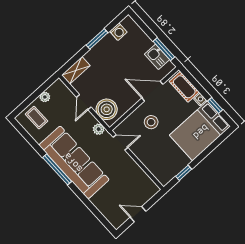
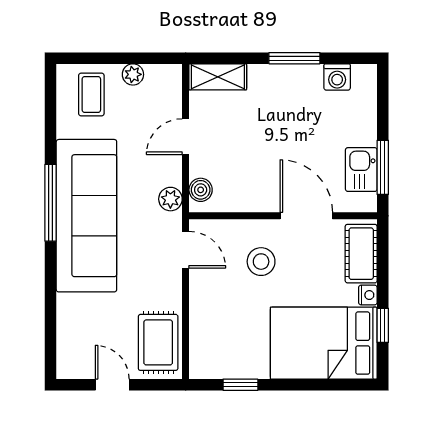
boiler: (107, 109) -> (201, 190), width x0.54, depth x0.54
rug: (141, 184) -> (158, 342), added

